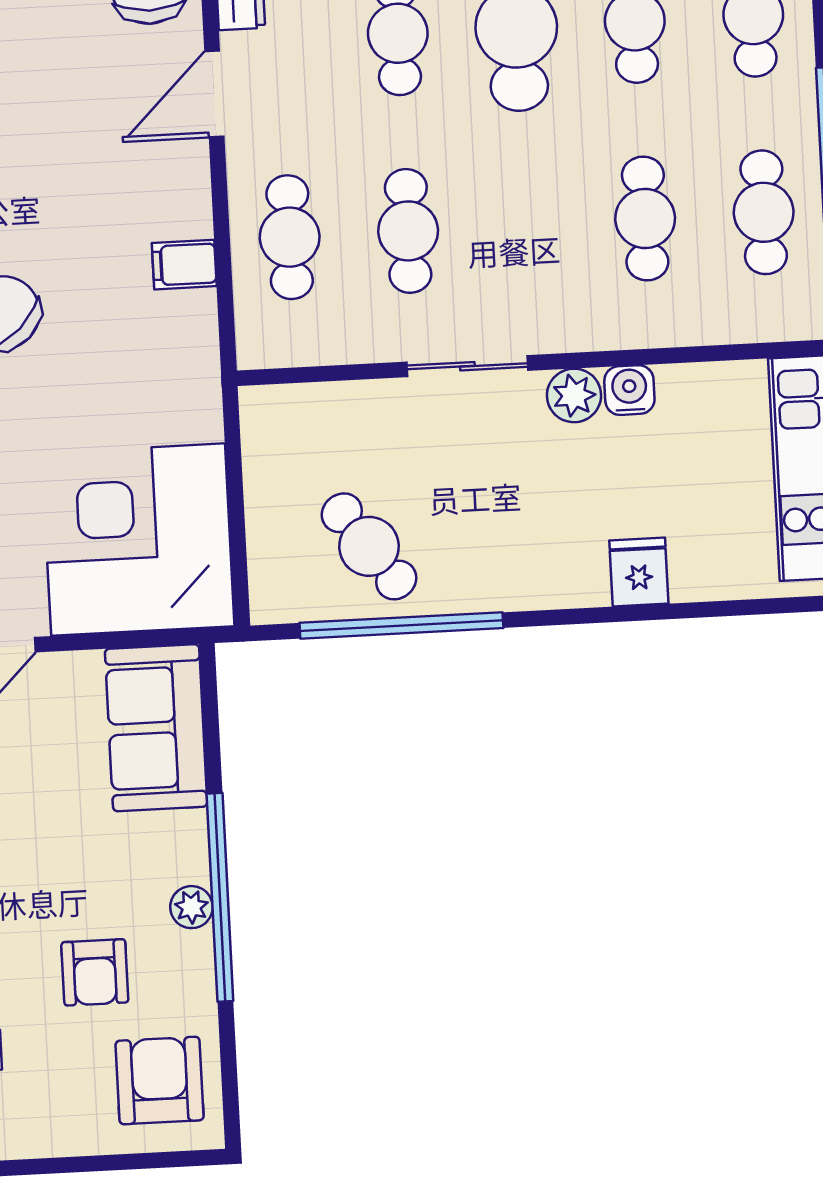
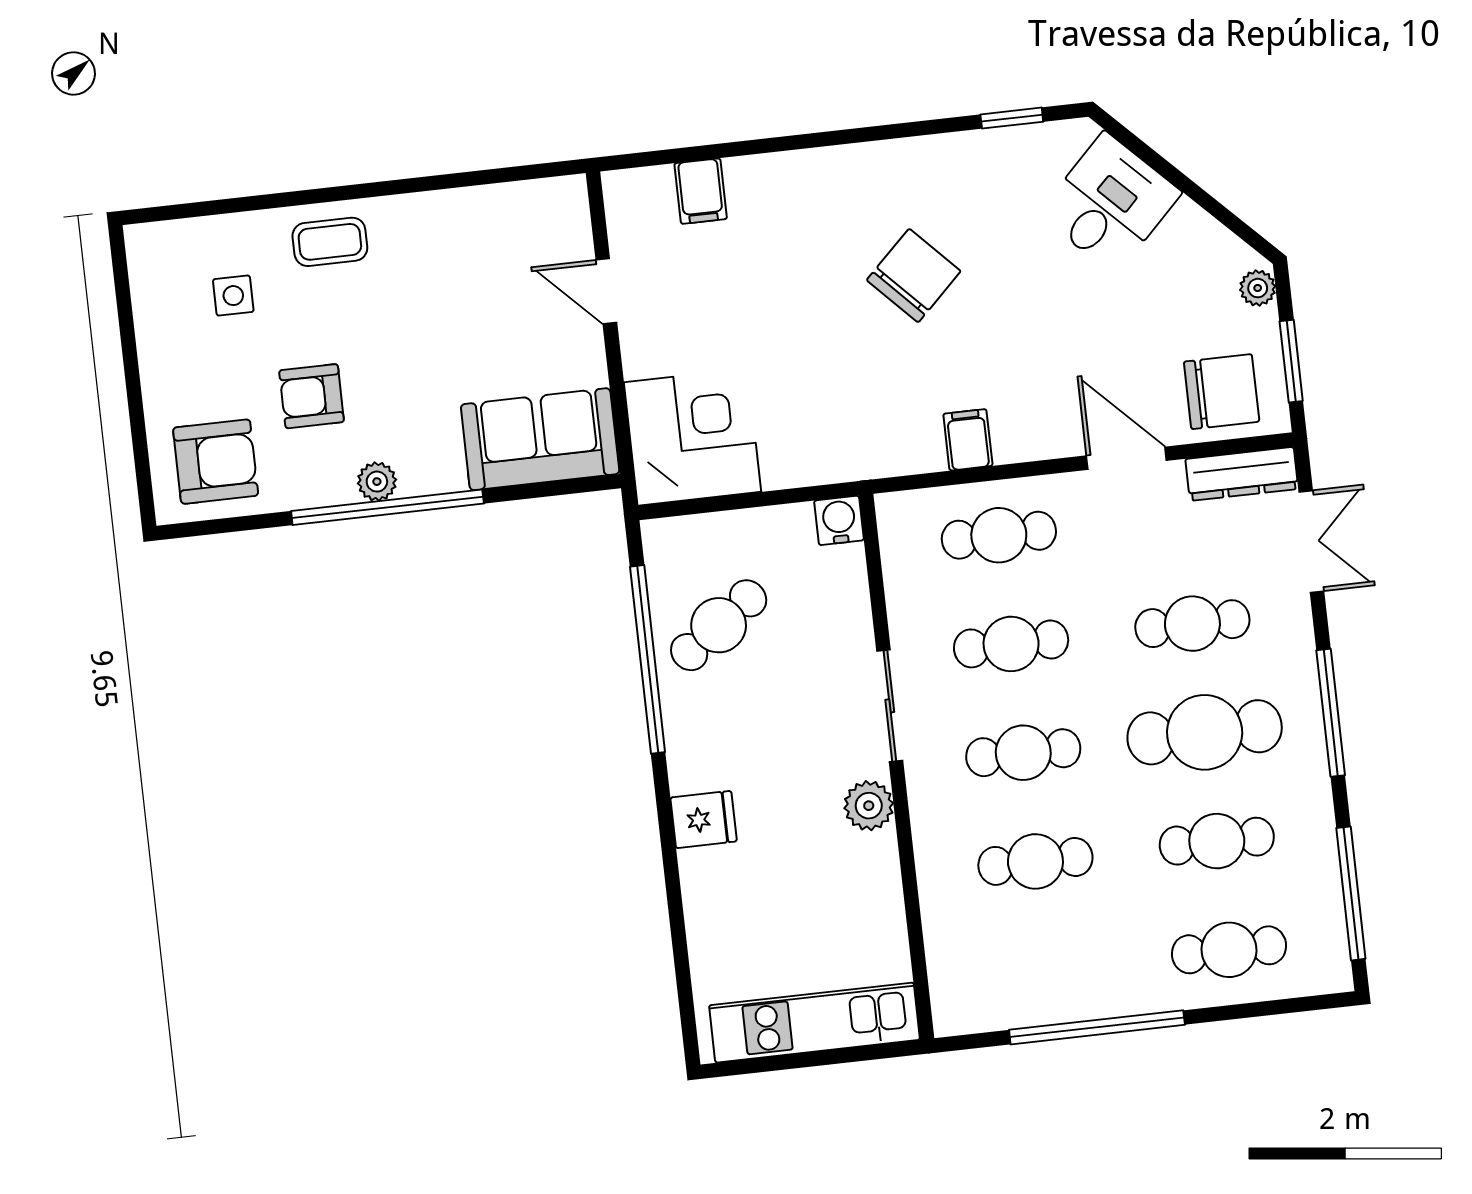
cafe table: (764, 212) -> (1023, 753), moved
water cooler: (629, 390) -> (839, 520), moved, turned -90
corner desk: (138, 540) -> (692, 437), width x0.74, depth x0.74
fridge: (639, 572) -> (704, 819), moved

